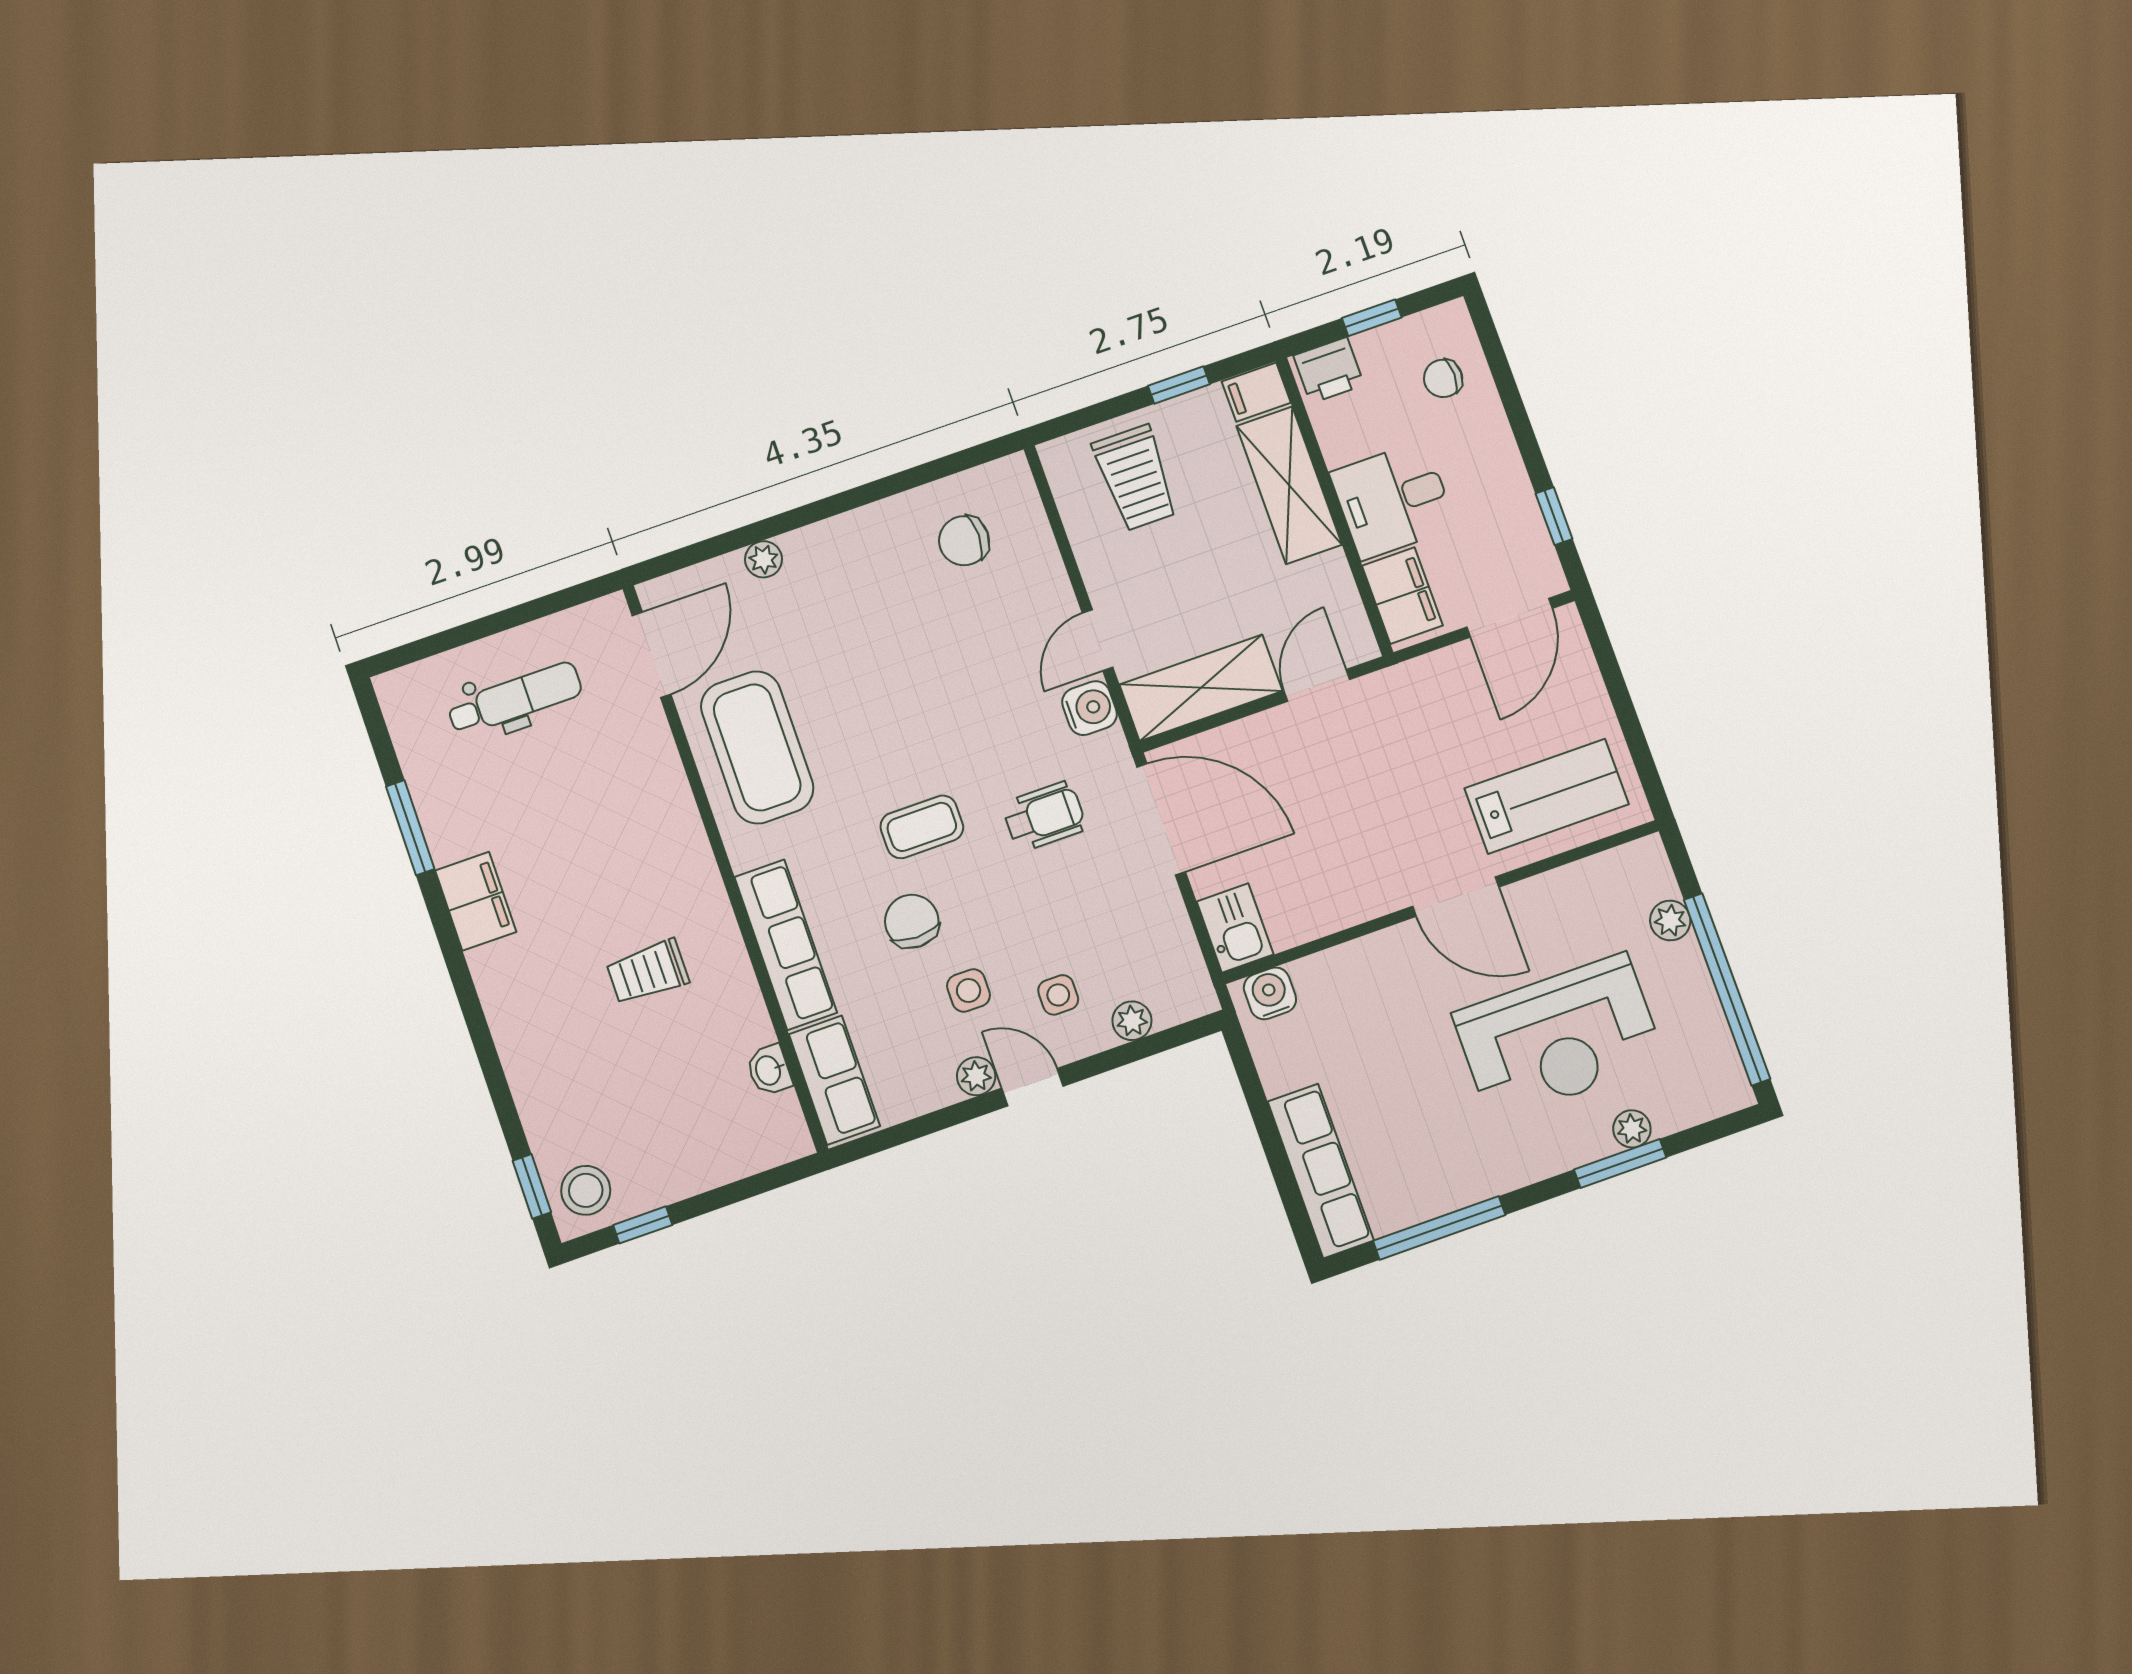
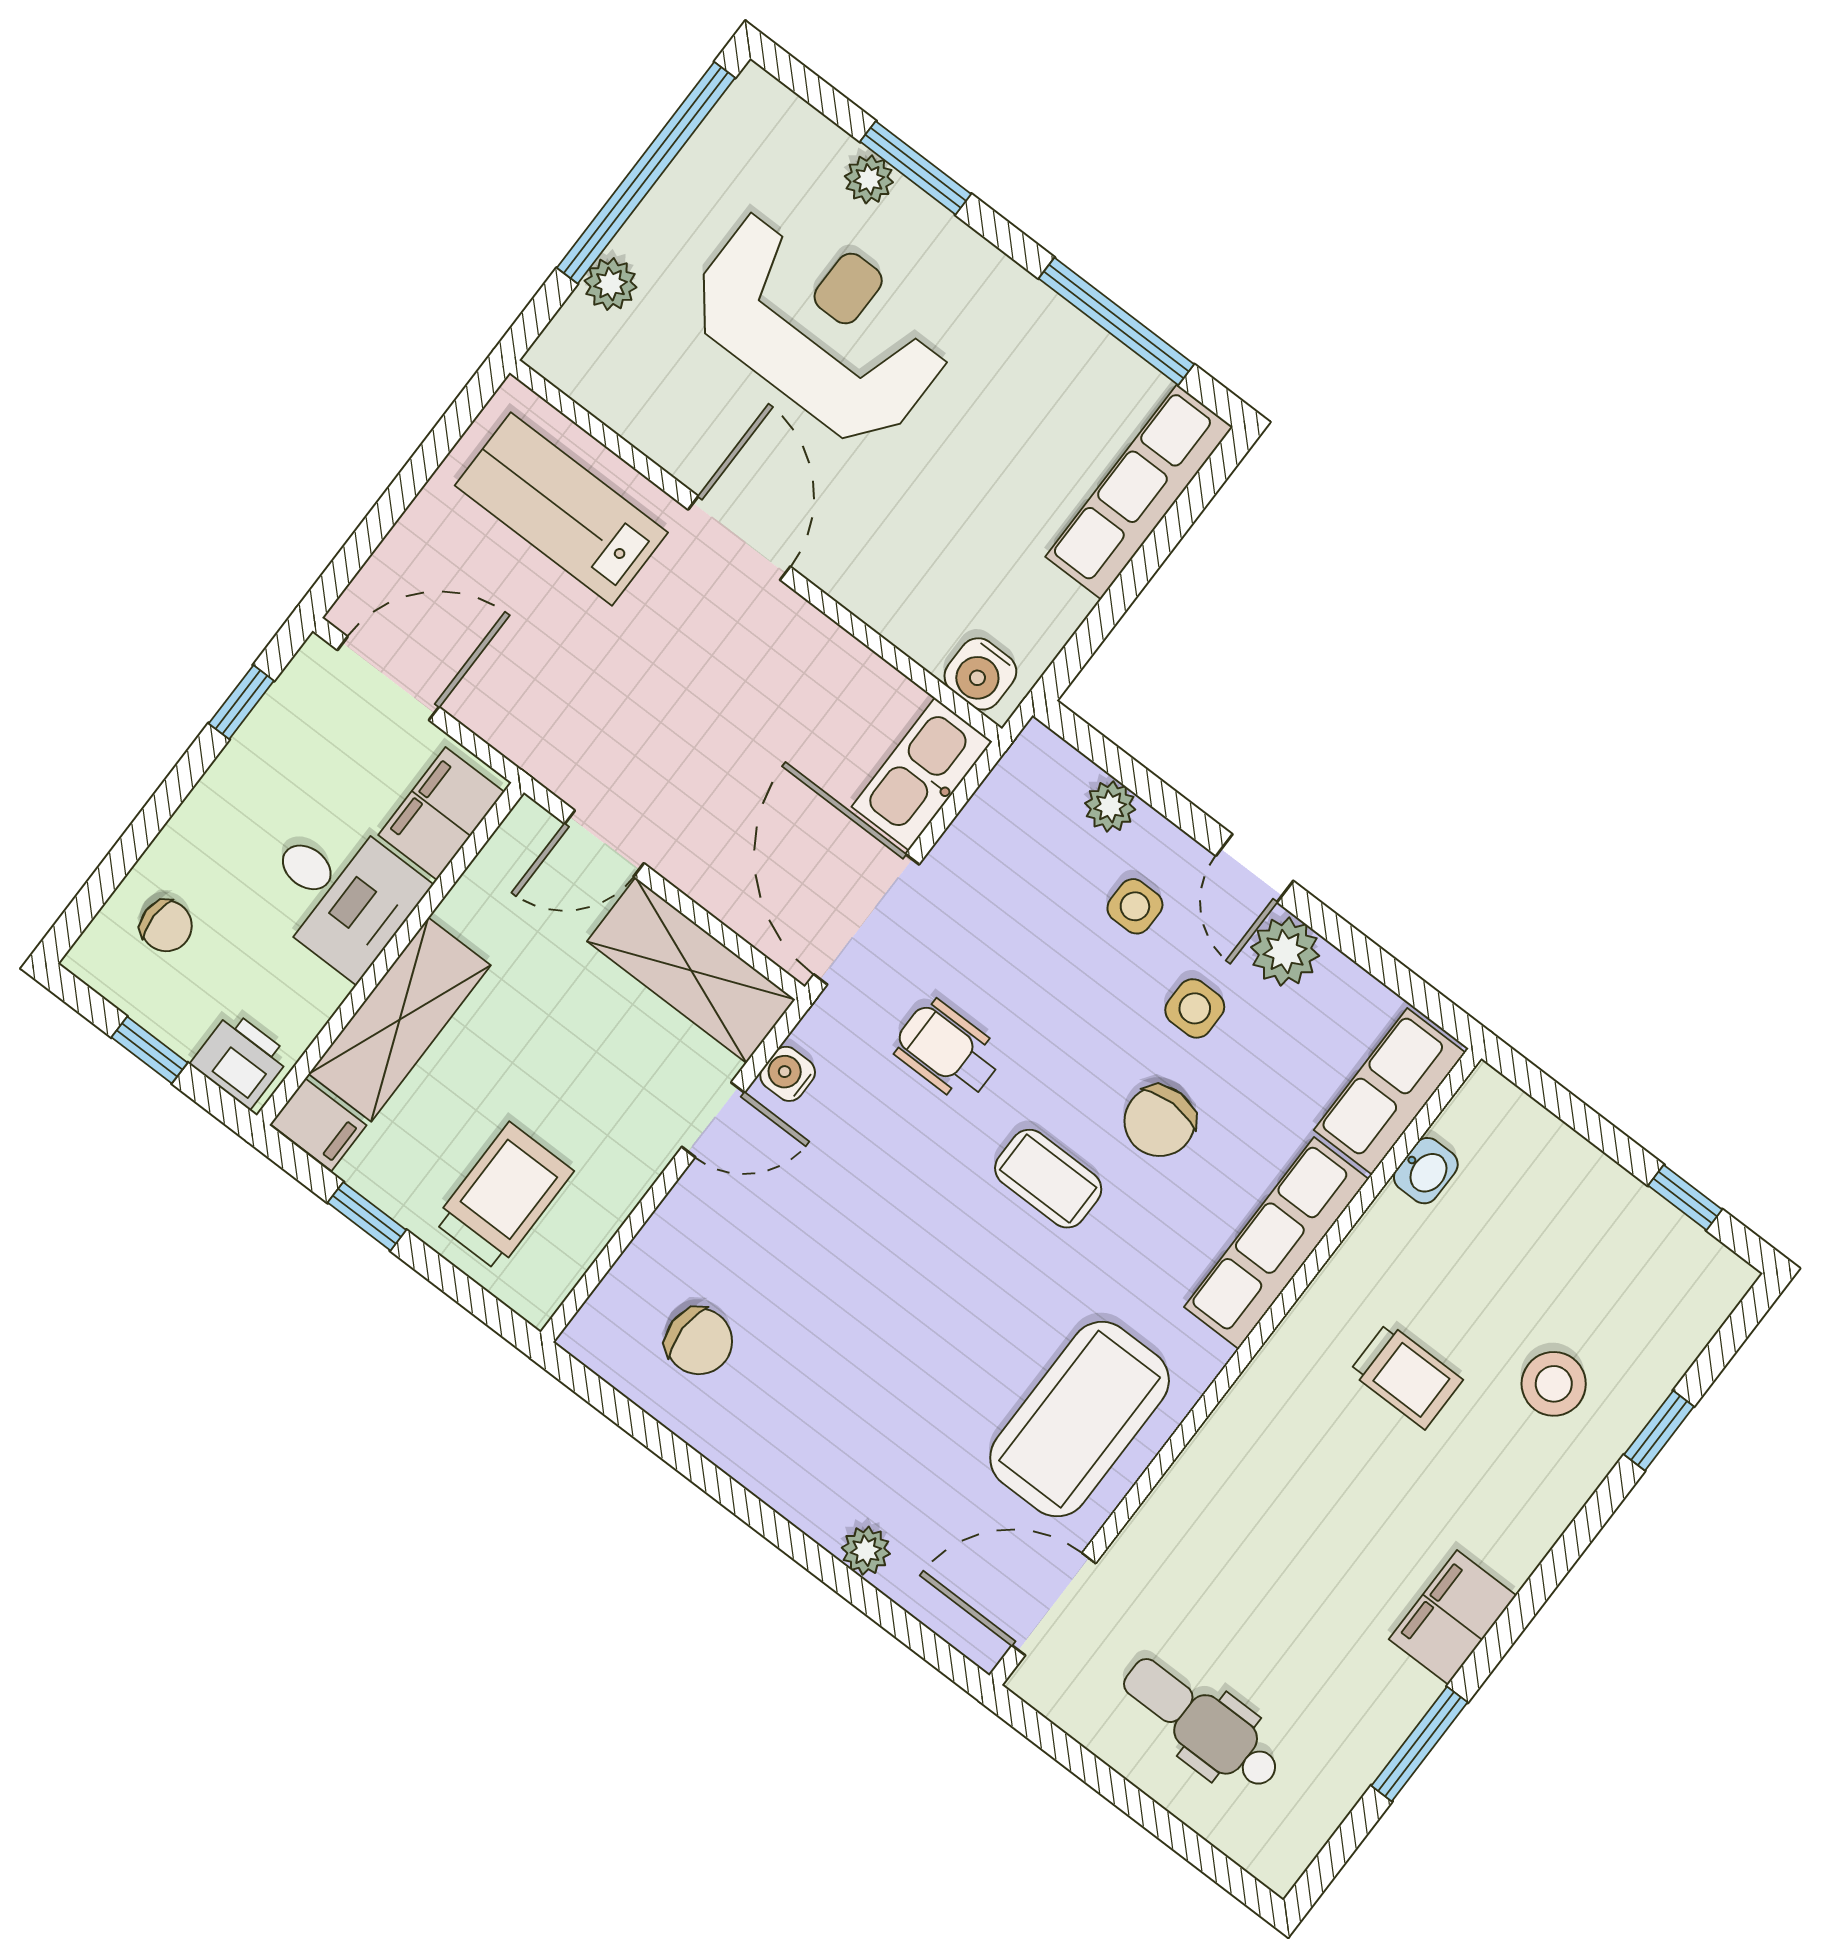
water cooler: (1090, 708) -> (788, 1074), width x0.72, depth x0.72
kitchen sink: (1235, 928) -> (922, 774), width x1.38
plant: (976, 1076) -> (1285, 951), width x1.38, depth x1.38
window: (532, 1186) -> (1659, 1431), moved
stool: (586, 1190) -> (1554, 1384), moved

